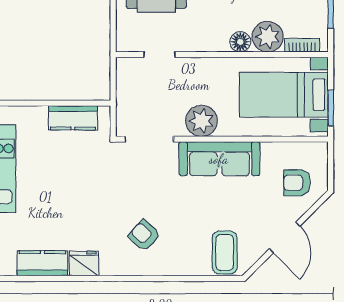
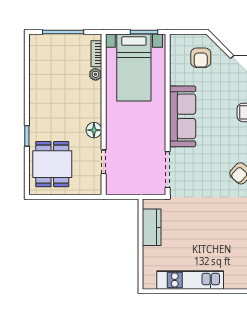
plant: (268, 37) -> (96, 74), width x0.53, depth x0.53
floor lamp: (240, 42) -> (94, 130), moved
plant: (202, 121) -> (154, 130), removed

